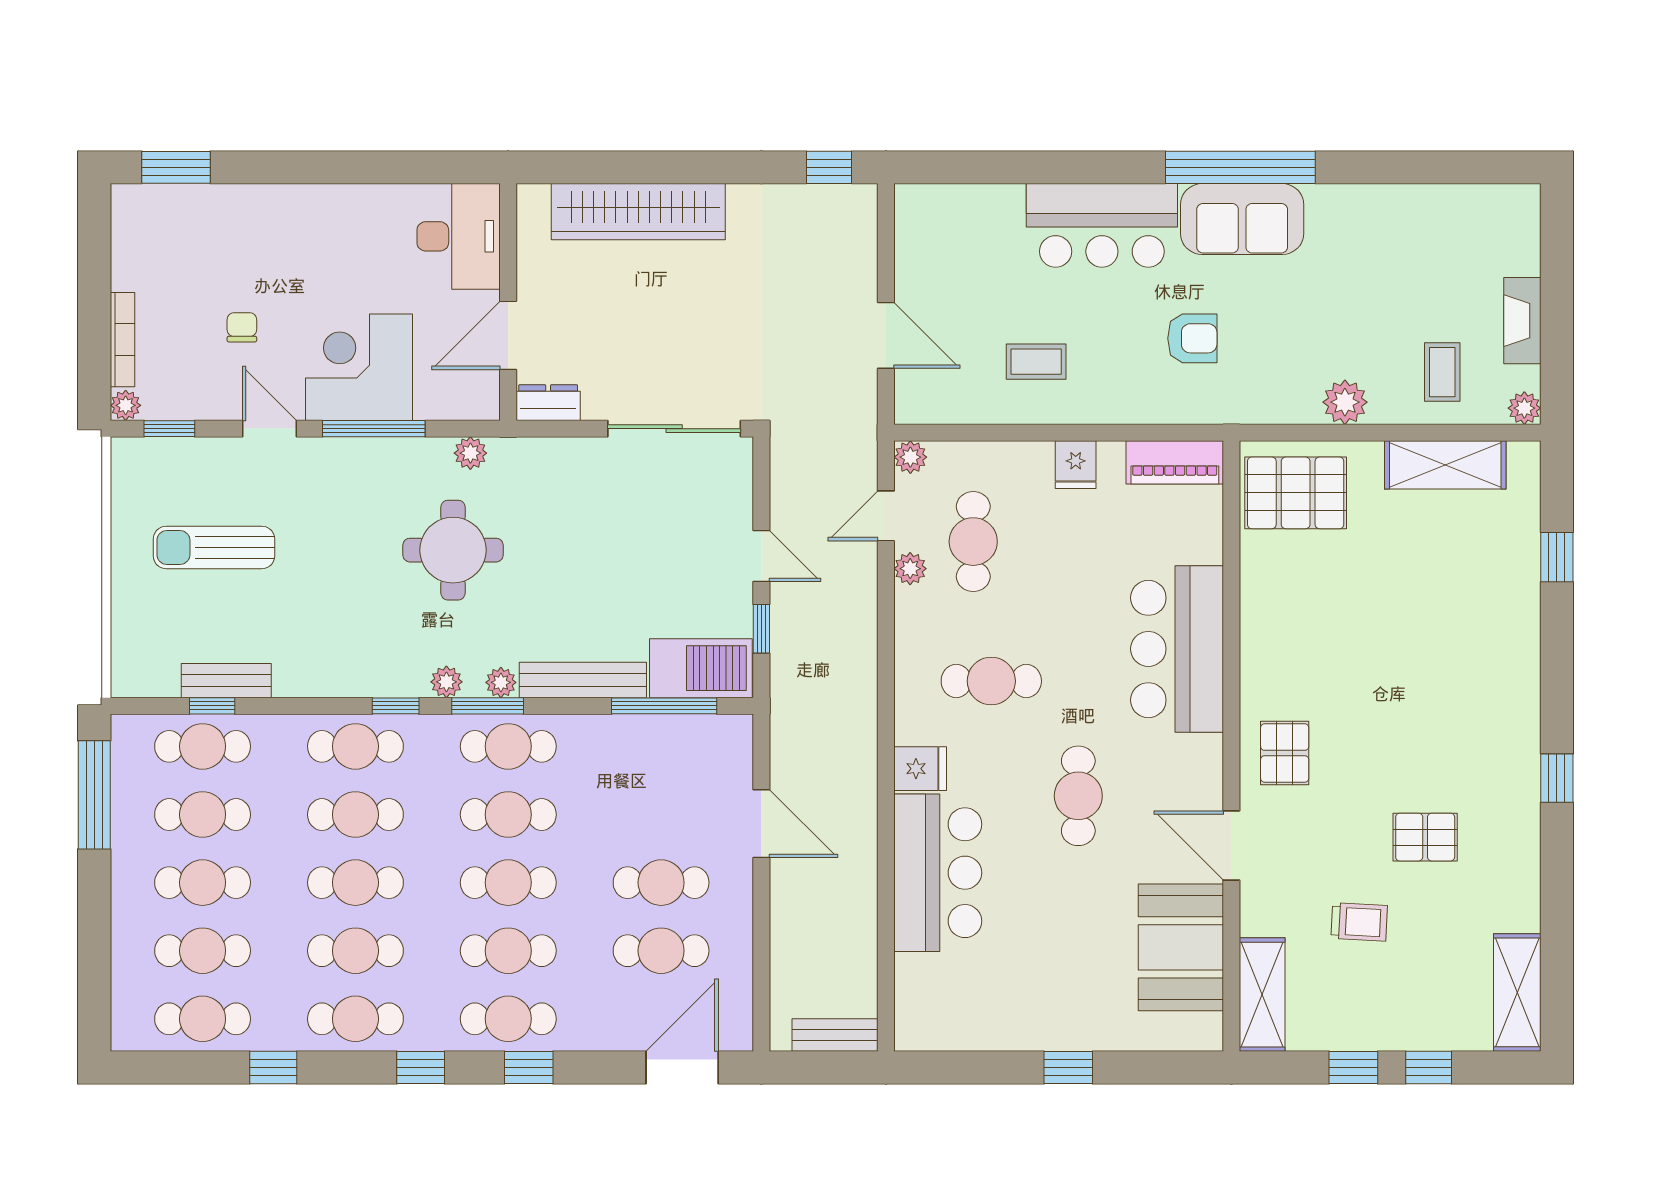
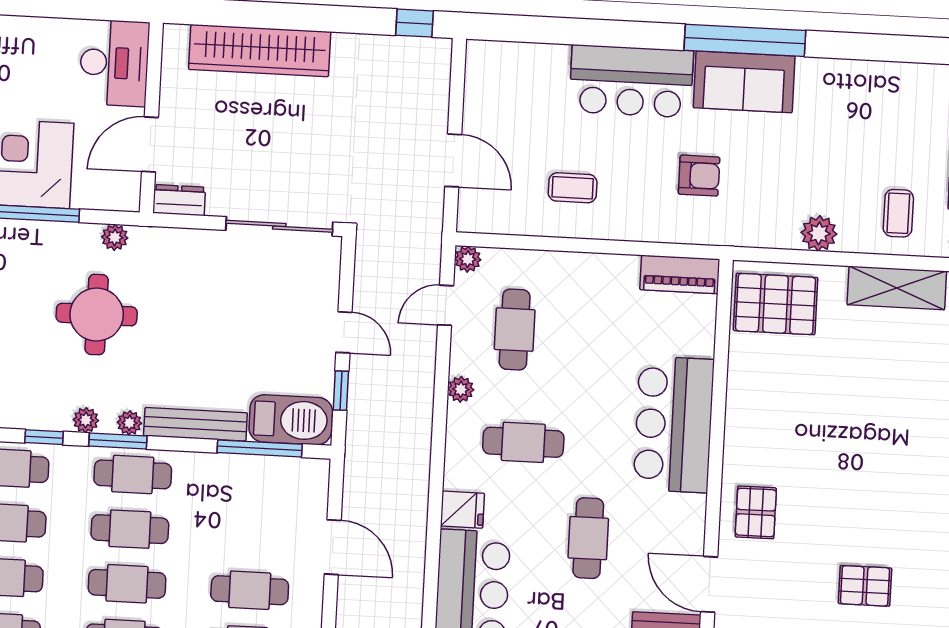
fridge: (1076, 465) -> (600, 272), removed
plant: (910, 569) -> (461, 389), moved

